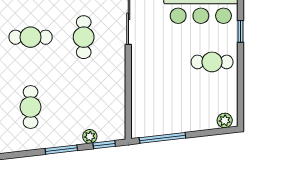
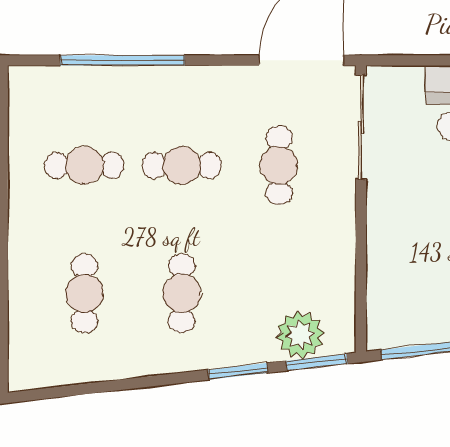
plant: (90, 136) -> (300, 335), width x1.88, depth x1.88
window: (104, 145) -> (317, 362), width x1.50

